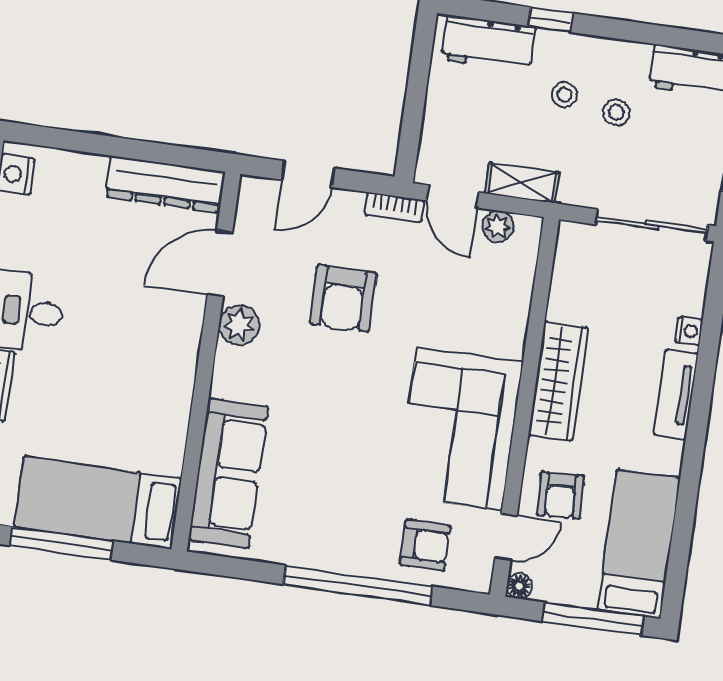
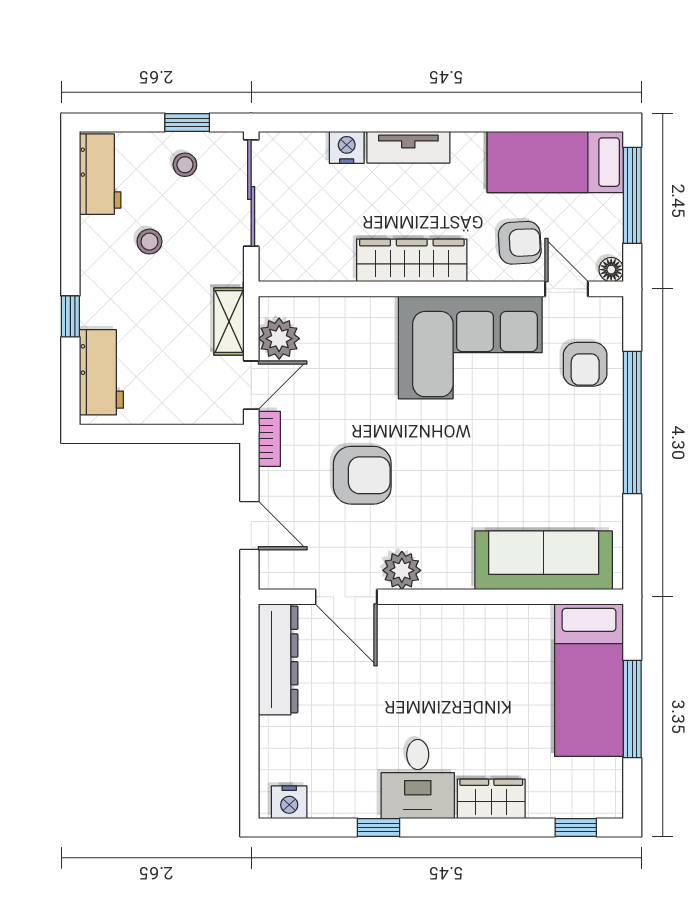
stool: (565, 95) -> (185, 165), moved
plant: (498, 226) -> (279, 339), width x1.38, depth x1.38
nightstand: (689, 331) -> (347, 147), width x1.39, depth x1.35
armchair: (425, 545) -> (585, 364), turned 180

